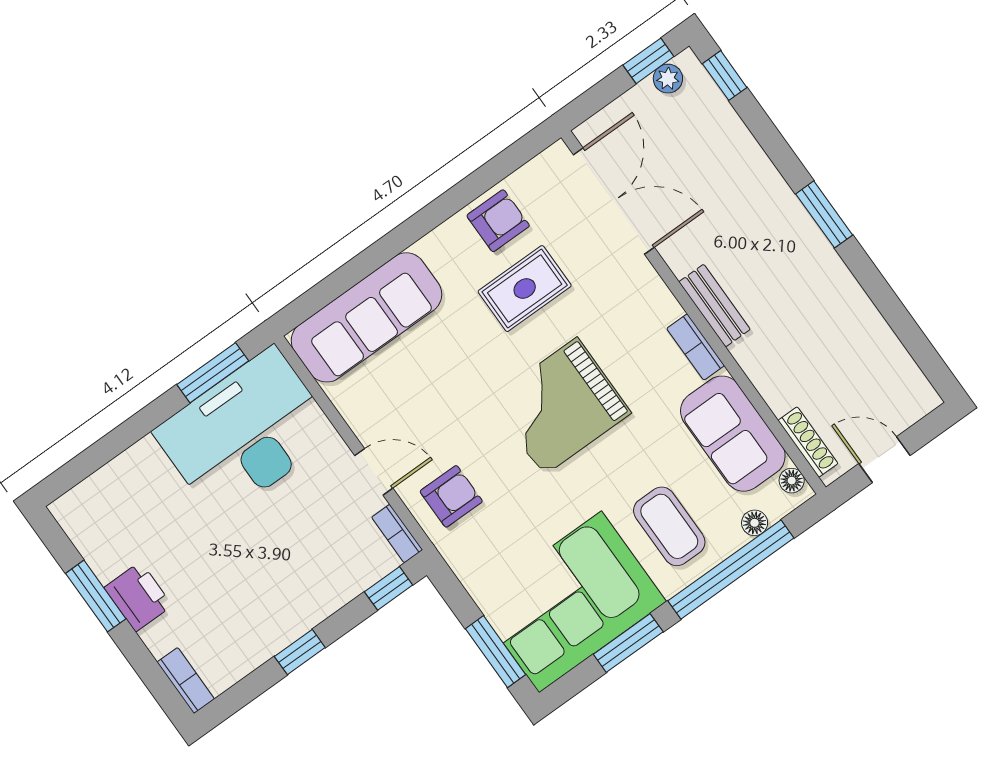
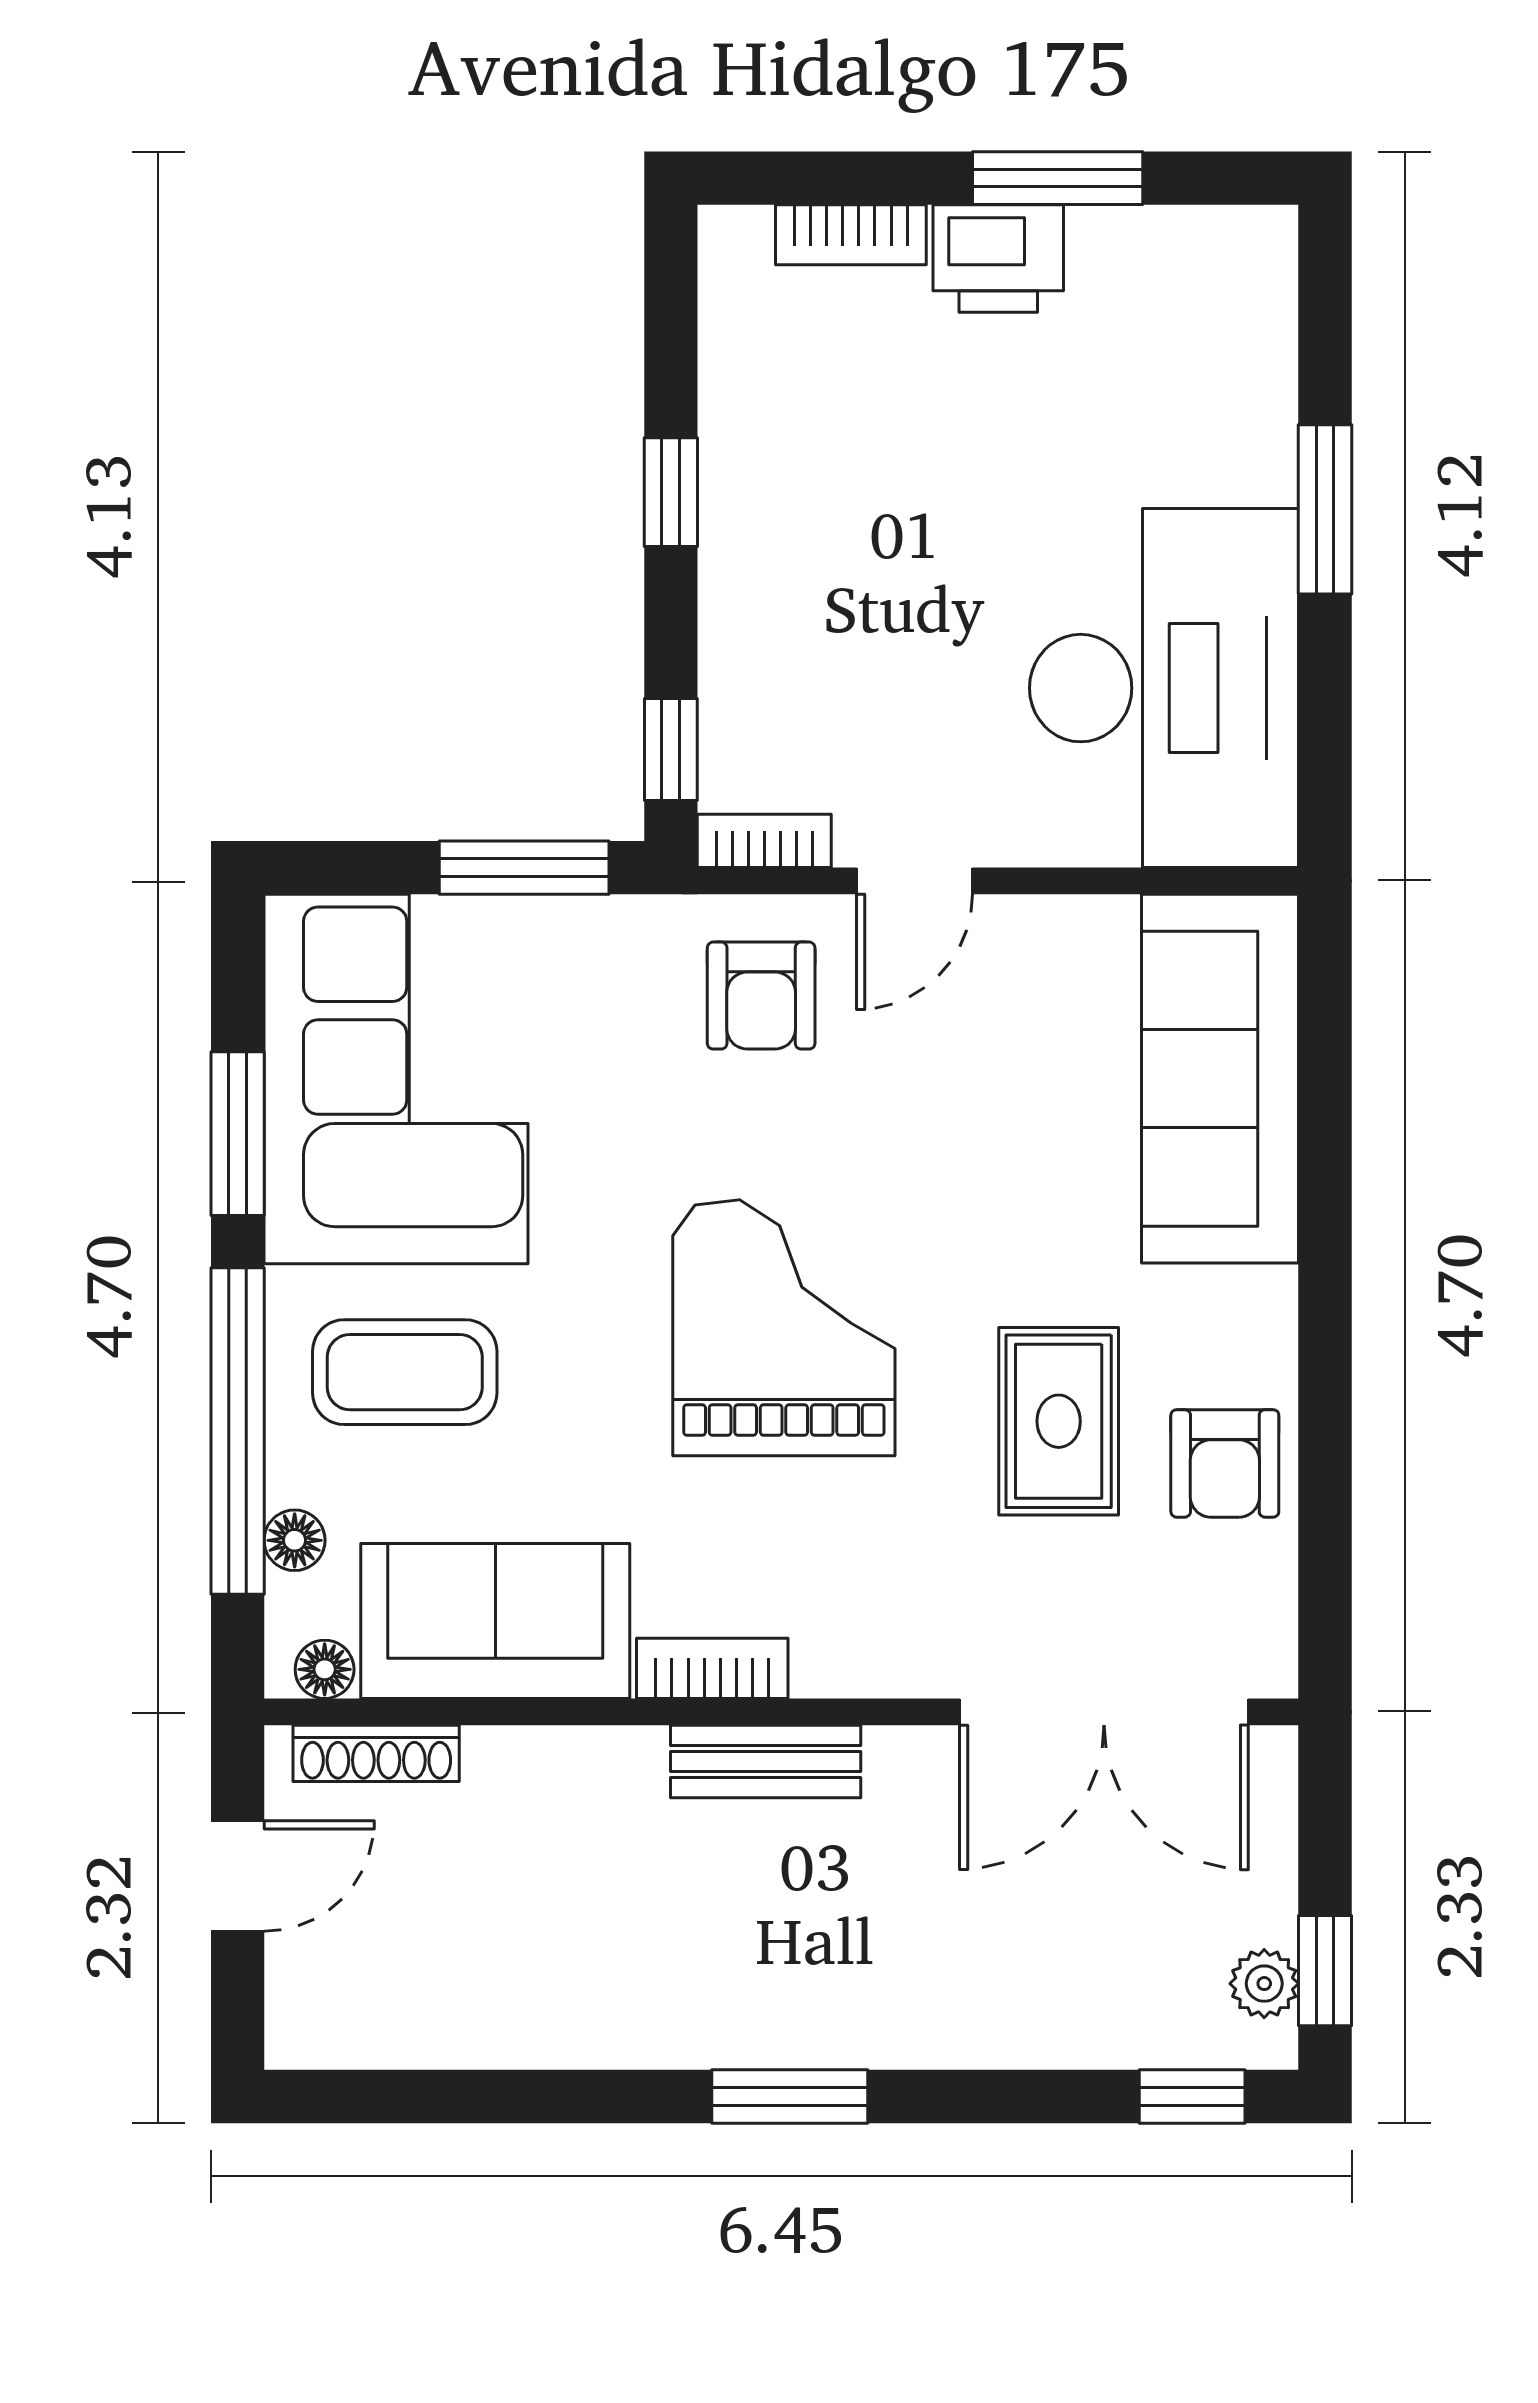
window: (213, 373) -> (1325, 509), moved
window: (496, 652) -> (524, 868), moved
bookcase: (186, 680) -> (851, 235), moved

